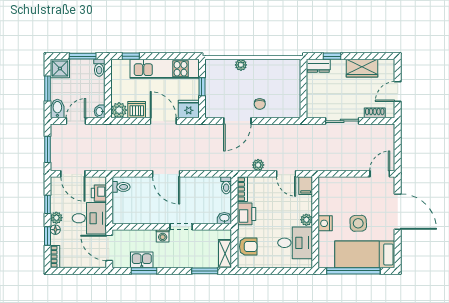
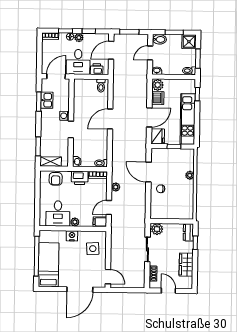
plant: (314, 108) -> (157, 229), added
door: (76, 121) -> (150, 53), swing flipped
side table: (358, 223) -> (93, 249), moved

